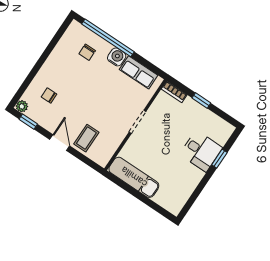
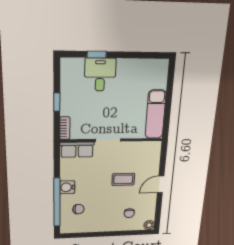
row of seats: (139, 72) -> (77, 150), moved, turned 90
window: (28, 122) -> (158, 214), removed
coffee table: (86, 138) -> (123, 179), moved

